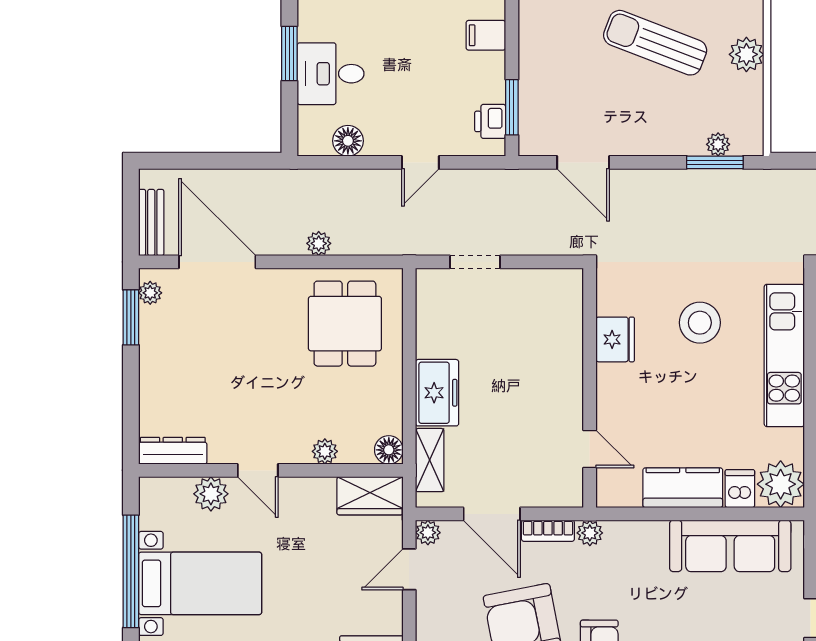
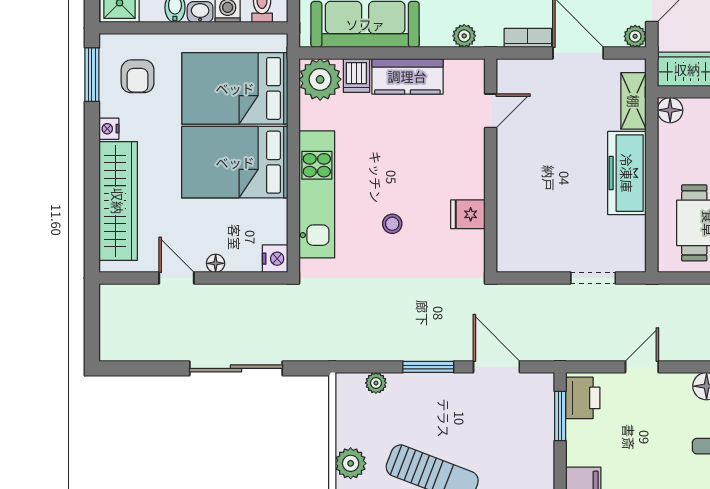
printer: (490, 121) -> (583, 398), width x1.36, depth x1.24
window: (715, 162) -> (428, 367), moved
stool: (700, 323) -> (392, 224), width x0.53, depth x0.53
fridge: (615, 339) -> (468, 214), width x0.72
freezer: (437, 393) -> (627, 173), width x1.40
door: (590, 449) -> (491, 111), swing flipped
plant: (590, 533) -> (464, 36), moved

